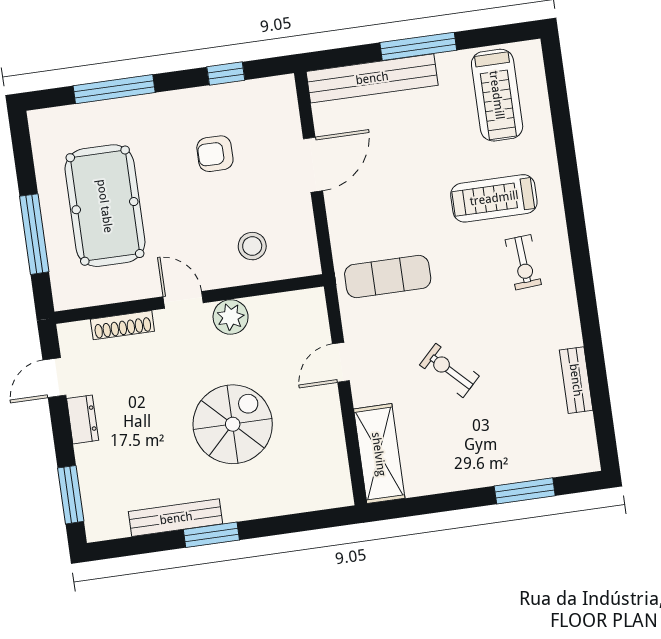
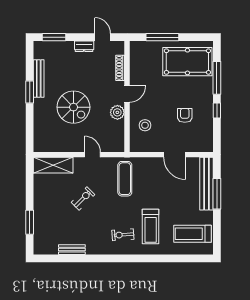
window: (418, 46) -> (217, 194), moved
window: (226, 73) -> (217, 110), moved
treadmill: (494, 198) -> (151, 226), turned 180
pool table: (105, 206) -> (187, 62), moved

